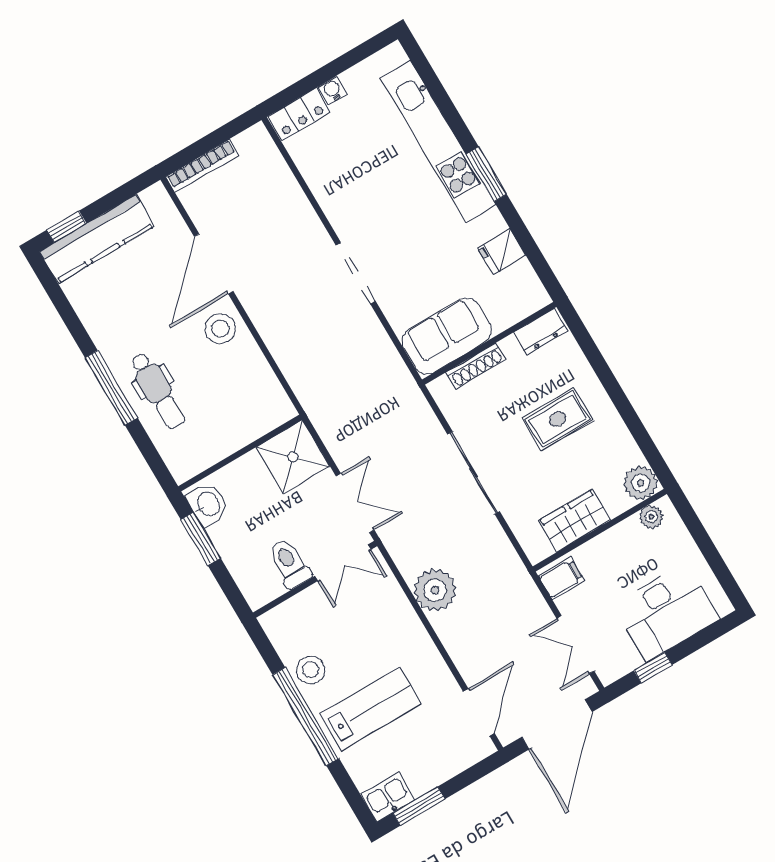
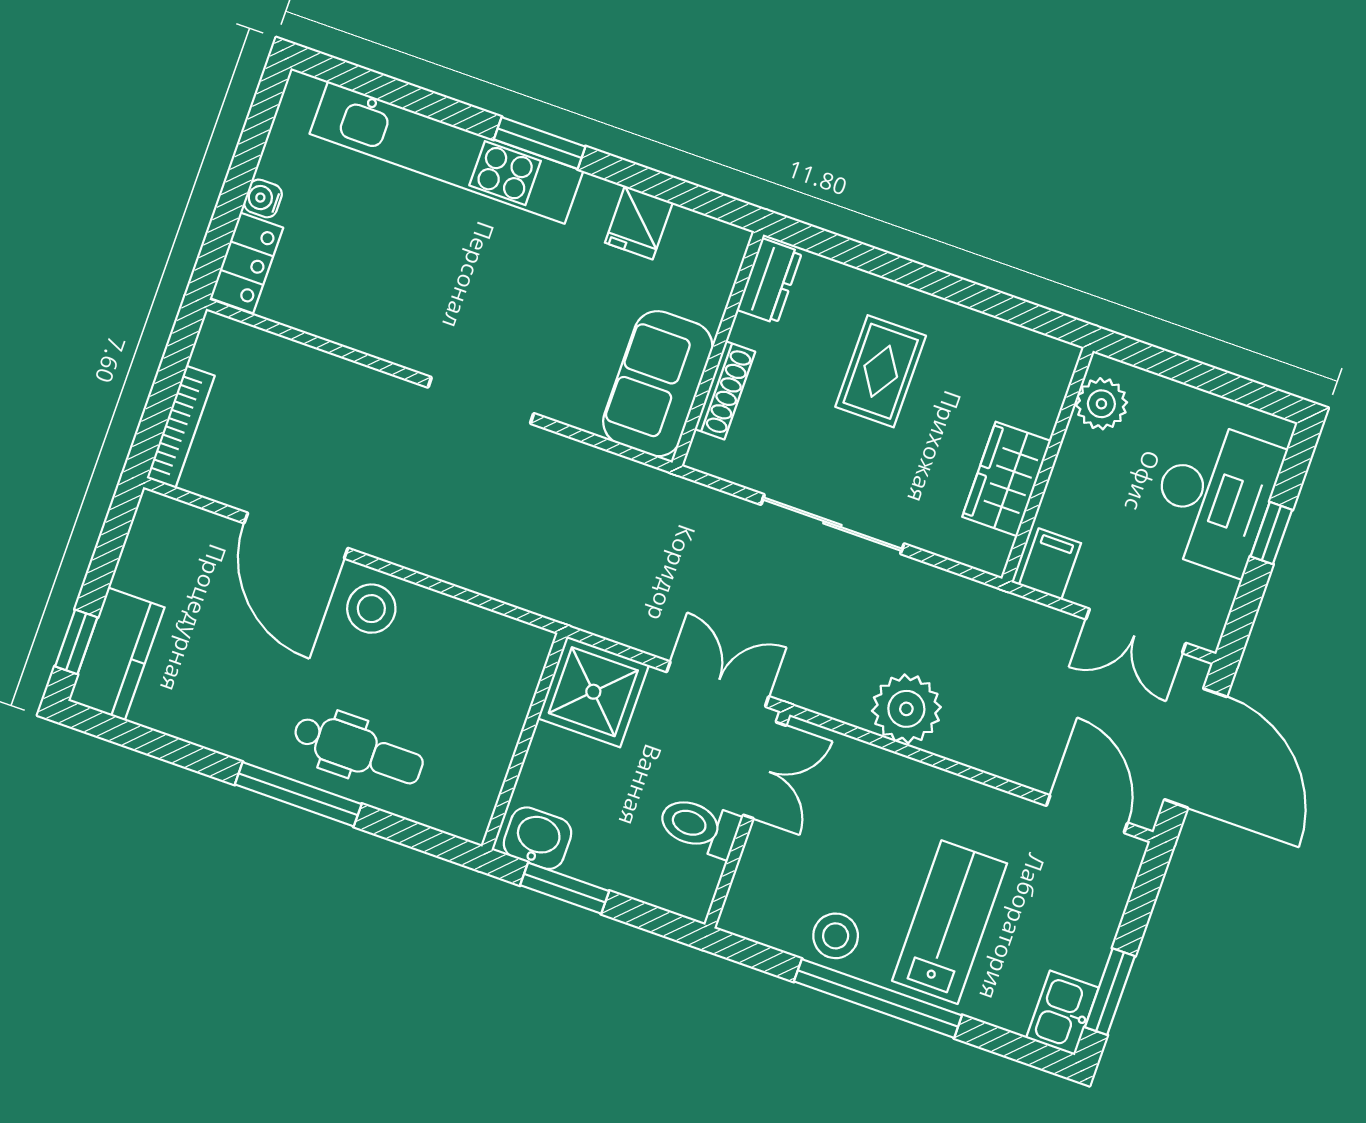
kitchen counter: (97, 239) -> (116, 654), width x0.67
plant: (641, 483) -> (1049, 364), removed
plant: (651, 517) -> (1101, 404), width x1.38, depth x1.38
window: (653, 668) -> (1271, 533), moved

